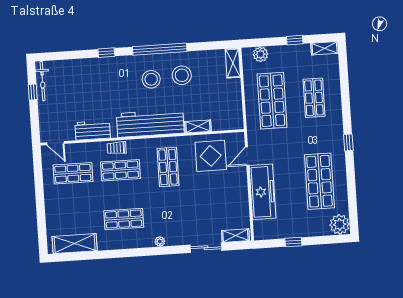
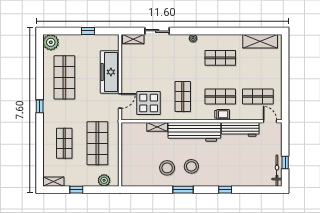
window: (160, 49) -> (183, 190), width x0.47
shelving: (233, 63) -> (126, 175), removed
workbench: (93, 130) -> (240, 129), width x1.38

